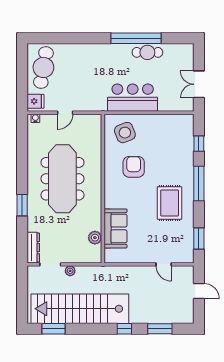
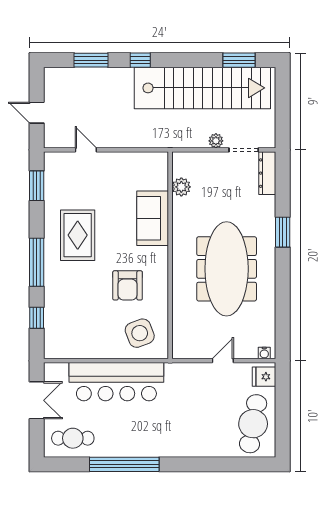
cafe table: (147, 52) -> (73, 438), moved
bar counter: (133, 98) -> (116, 382), width x1.36
sofa: (116, 228) -> (153, 218), moved

